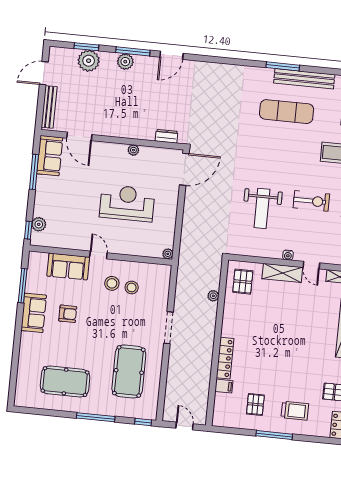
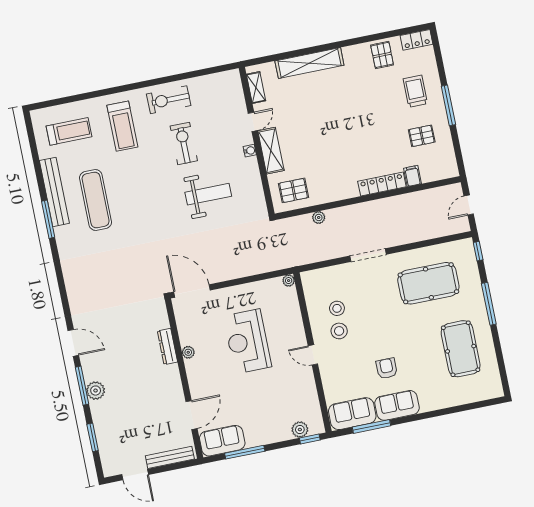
plant: (89, 61) -> (107, 430), removed
dresser: (167, 136) -> (167, 347), moved, width x1.44
door: (98, 255) -> (313, 355), hinge flipped
sofa: (68, 266) -> (352, 414), moved, turned -90

